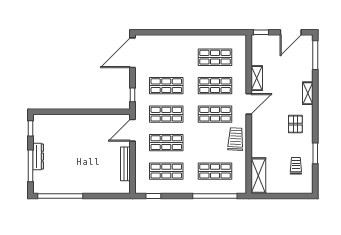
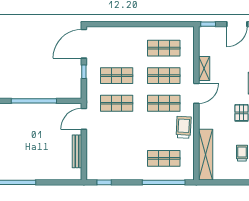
window: (133, 95) -> (84, 72), moved
window: (81, 112) -> (34, 101), added
shop shelf: (166, 143) -> (117, 131), removed
shop shelf: (166, 171) -> (117, 158), removed
shelving: (258, 176) -> (206, 155), width x1.47

